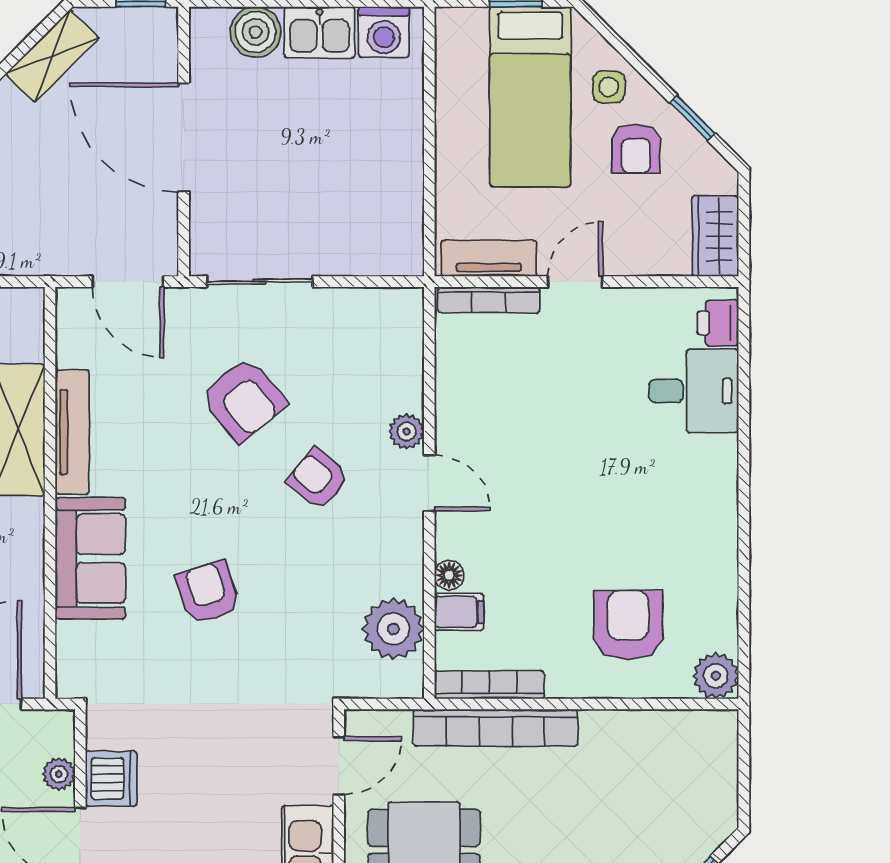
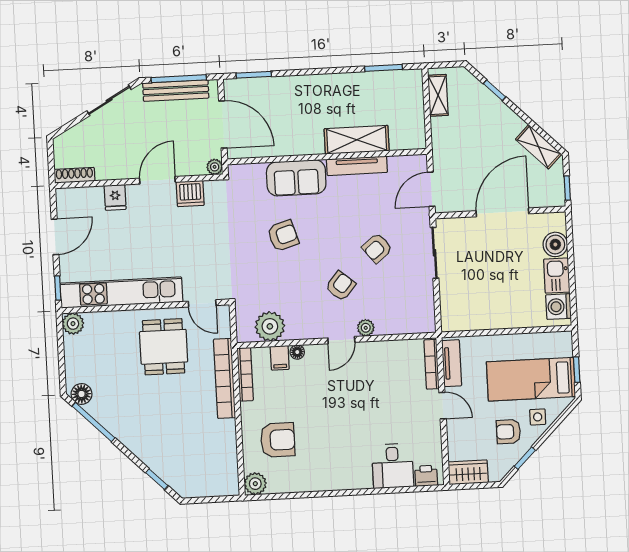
armchair: (244, 399) -> (377, 248), width x0.72, depth x0.72
plant: (59, 774) -> (215, 167), moved

